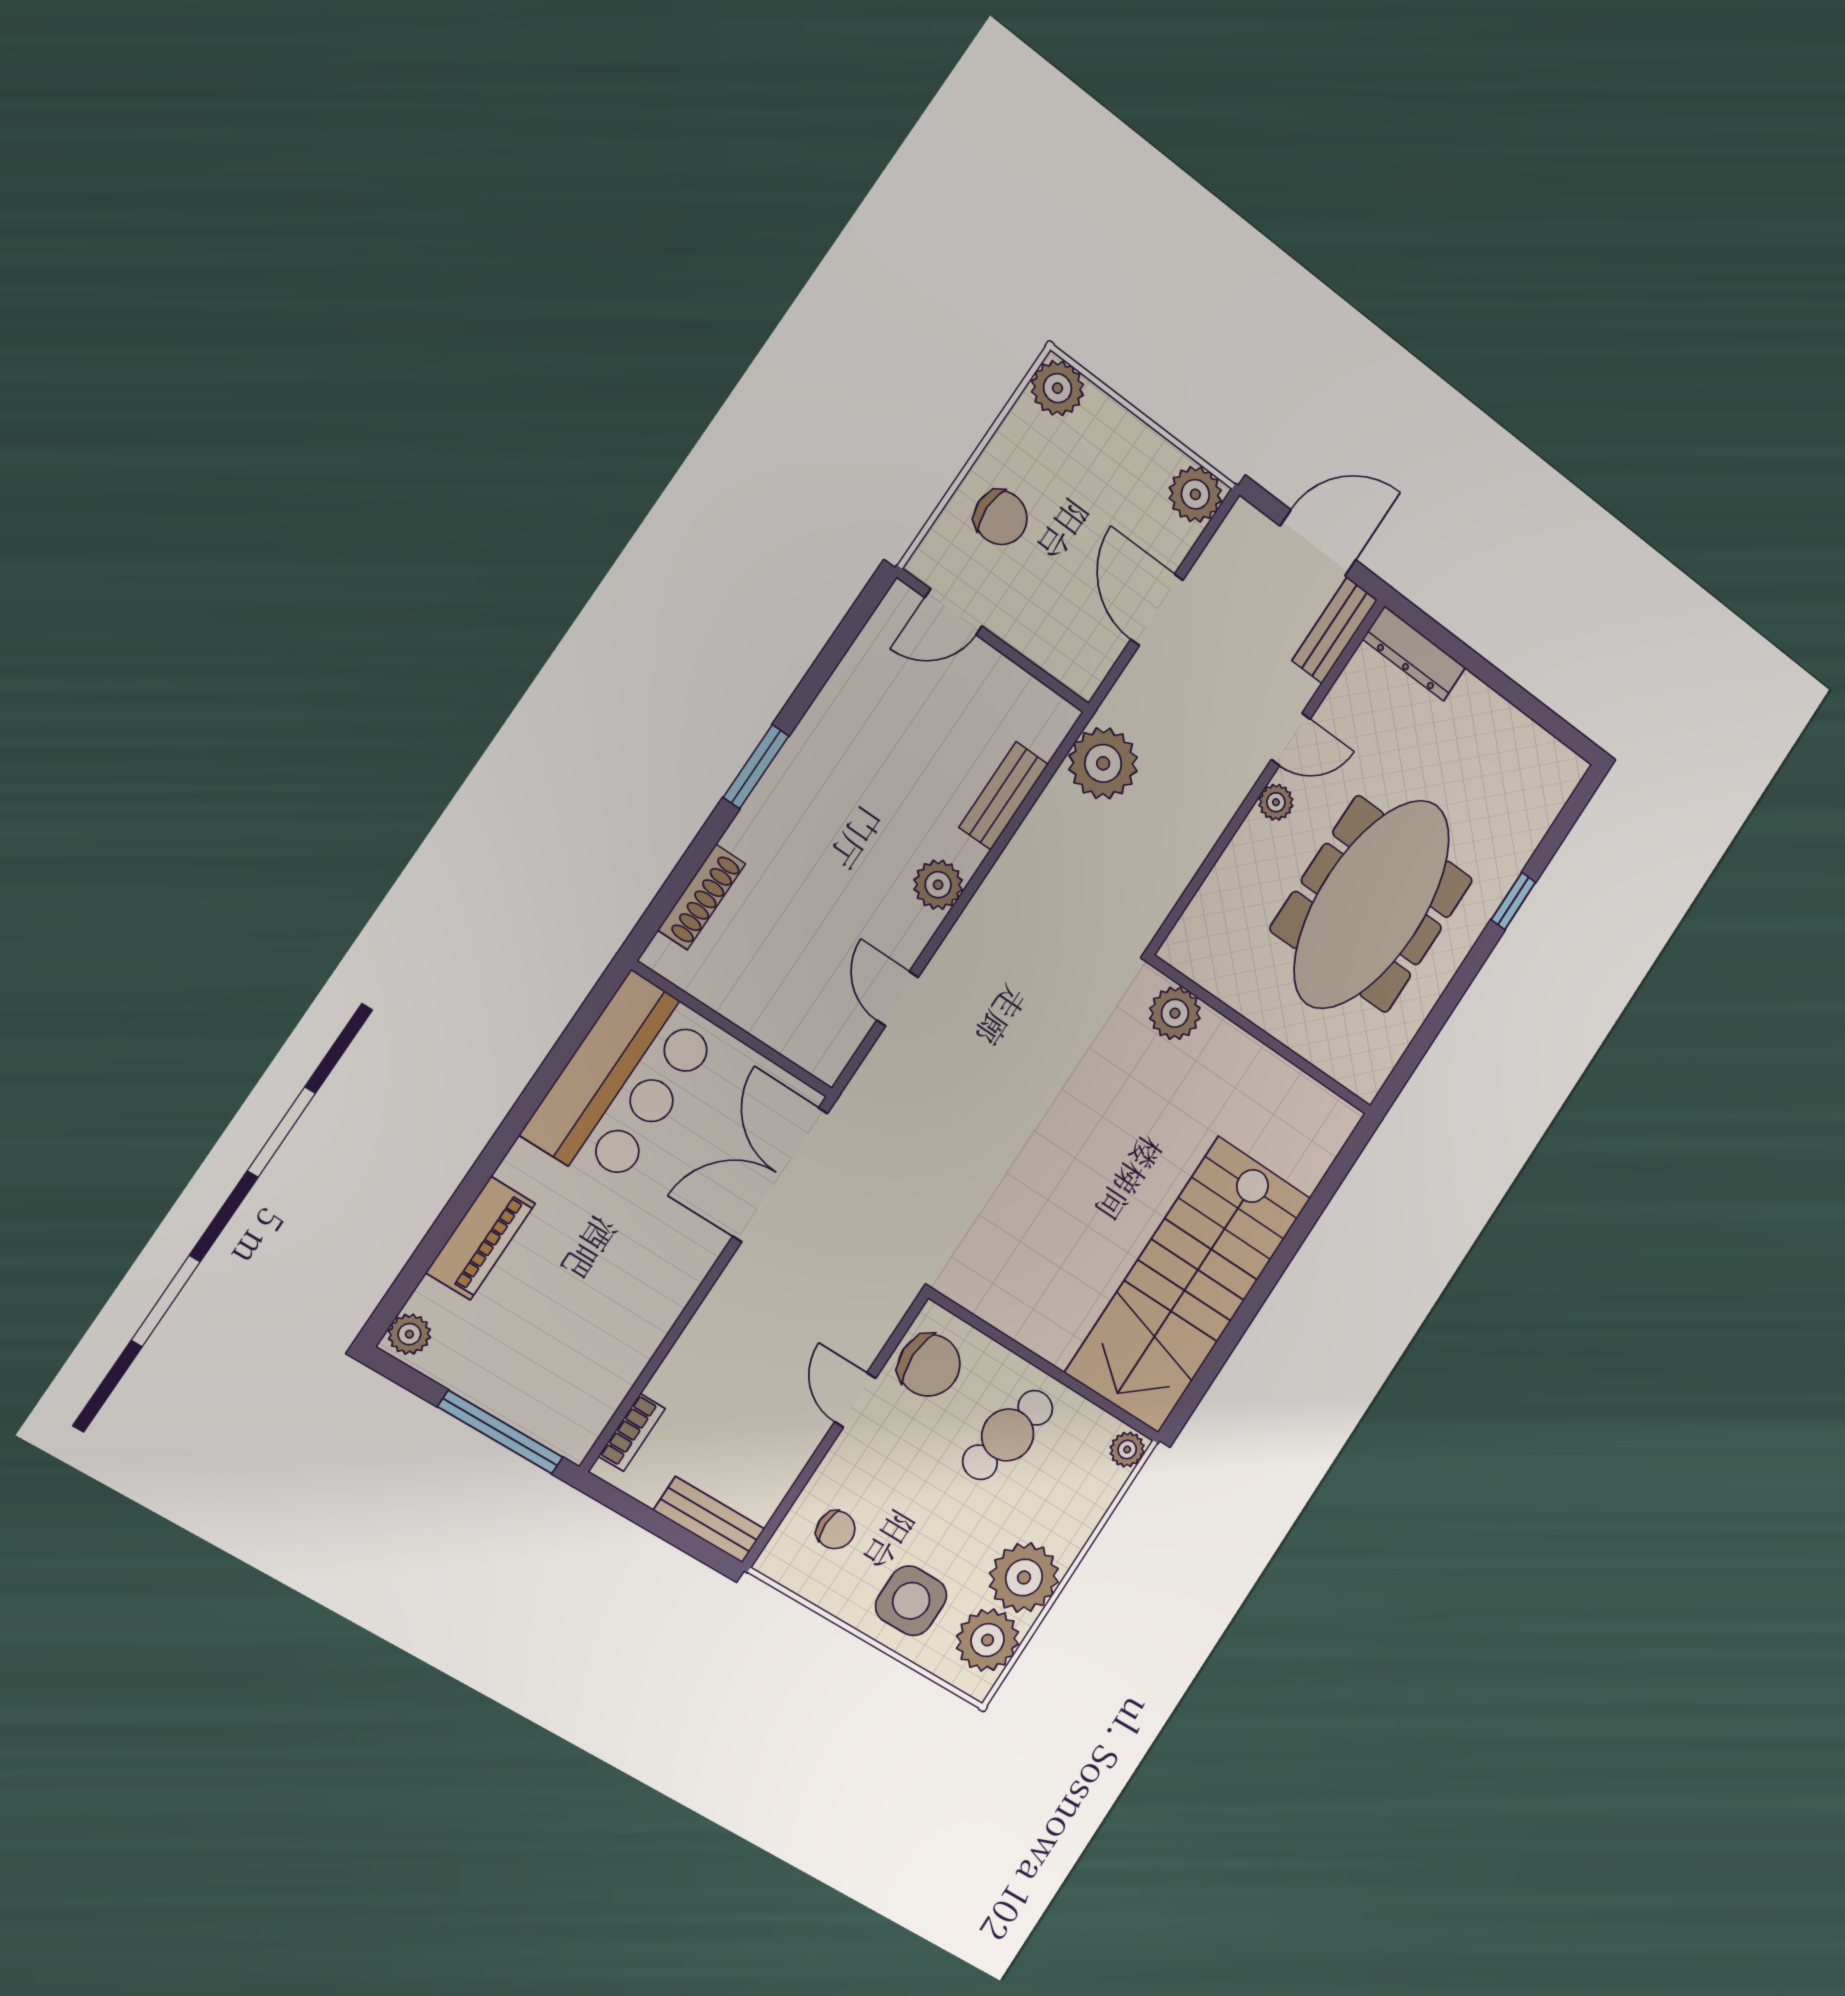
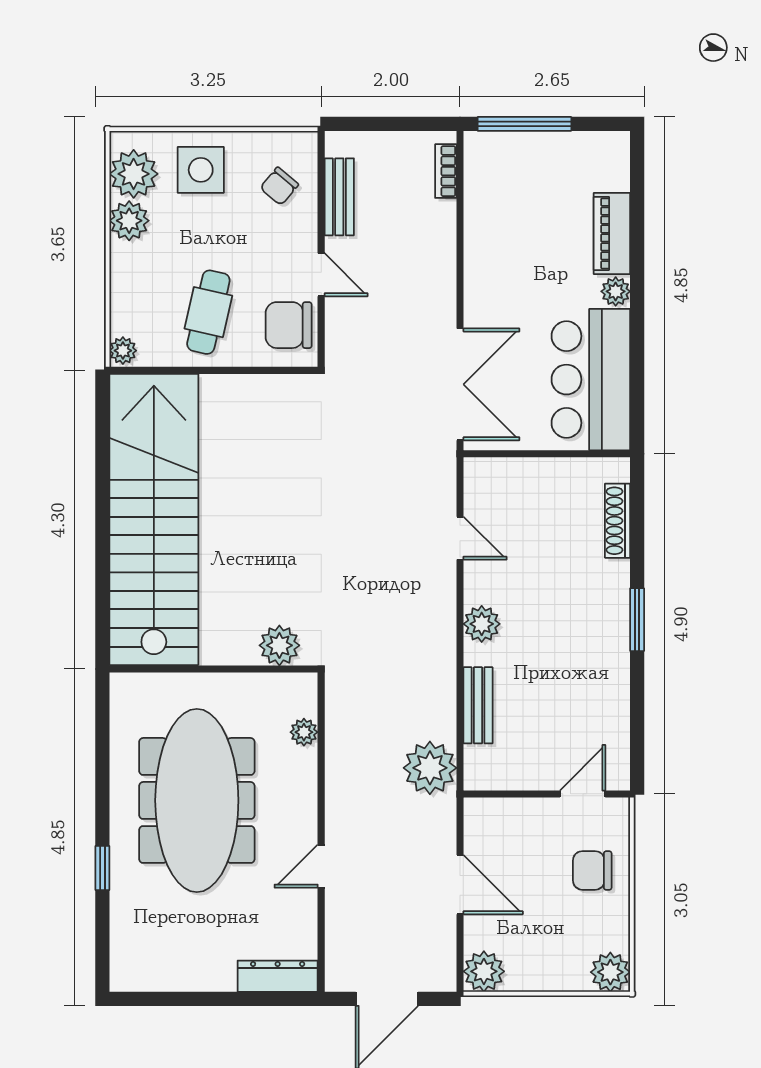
bench: (1335, 630) -> (339, 953), removed
plant: (1276, 802) -> (304, 732), moved
stairs: (1188, 1285) -> (154, 519), width x1.36
plant: (409, 1334) -> (616, 291), moved
bench: (709, 1520) -> (339, 197), moved, turned 90
chair: (836, 1530) -> (279, 186), turned -50
plant: (1024, 1578) -> (129, 221), width x0.73, depth x0.73

